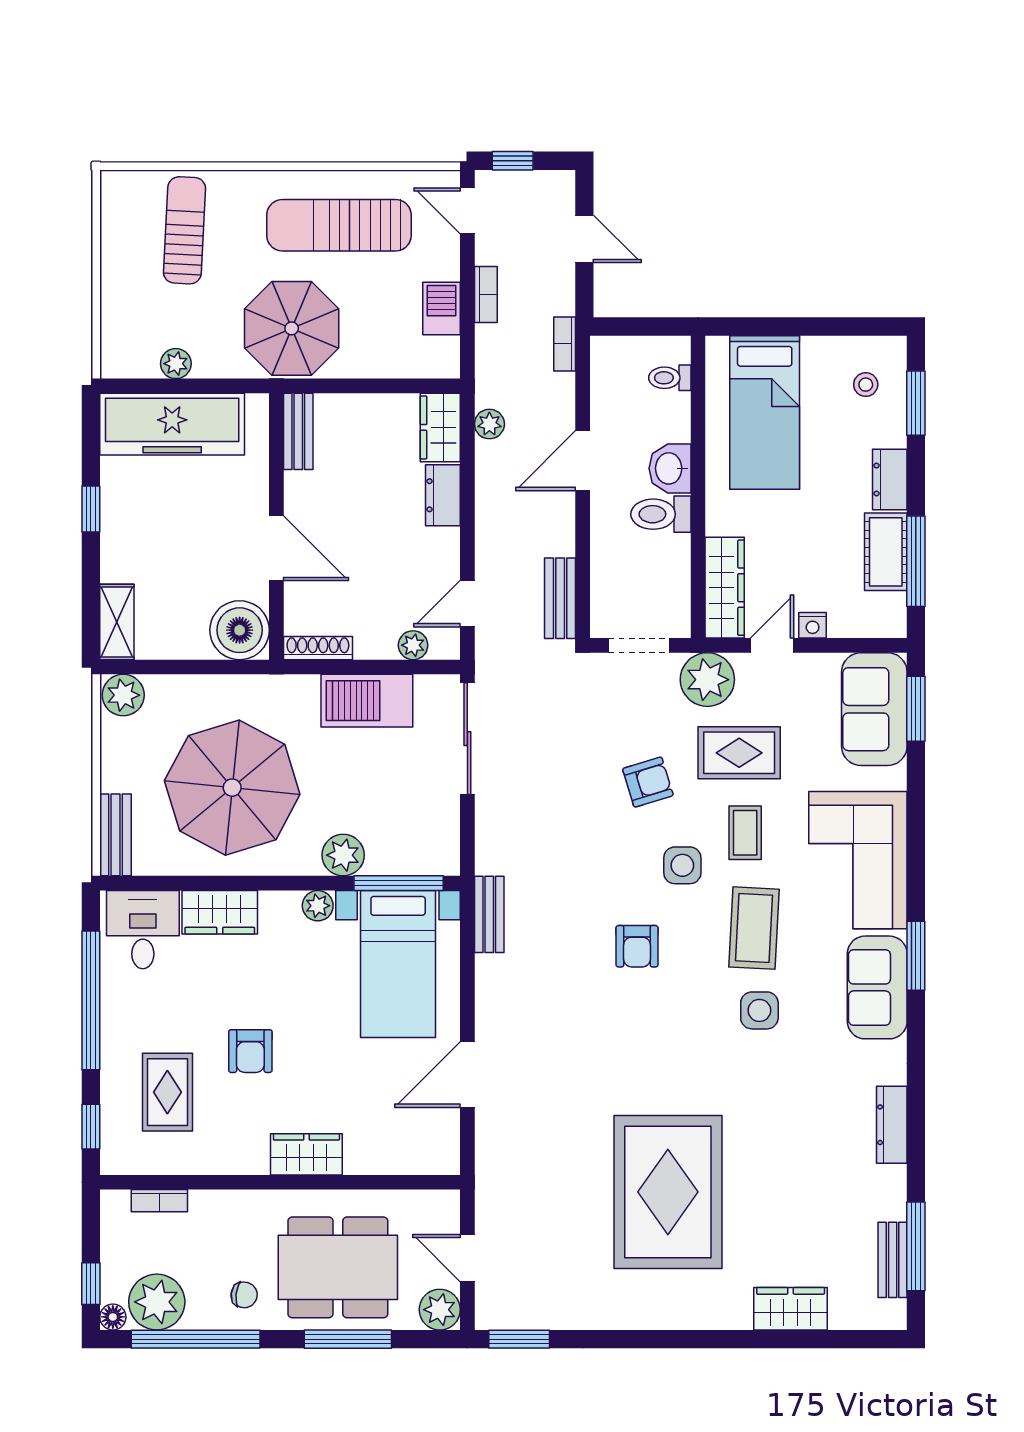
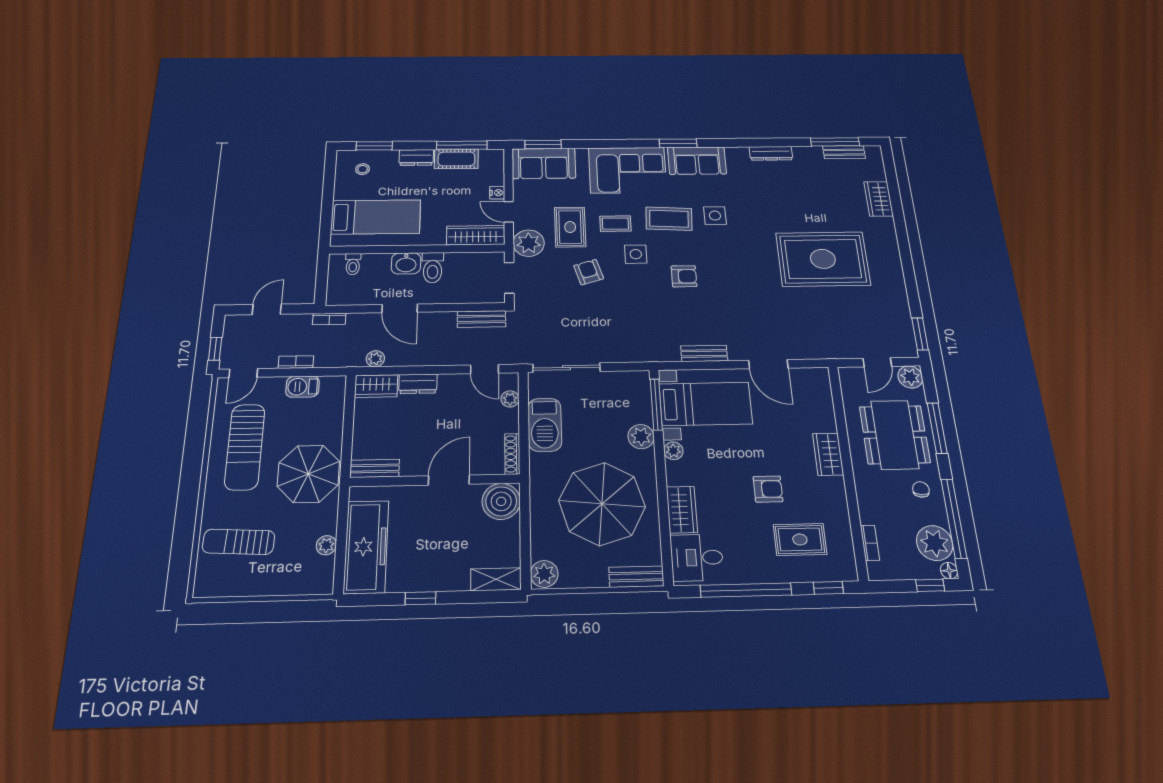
bench: (489, 914) -> (704, 353), moved

